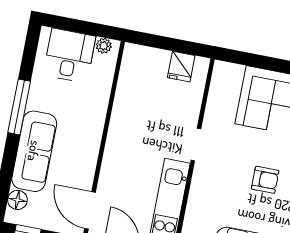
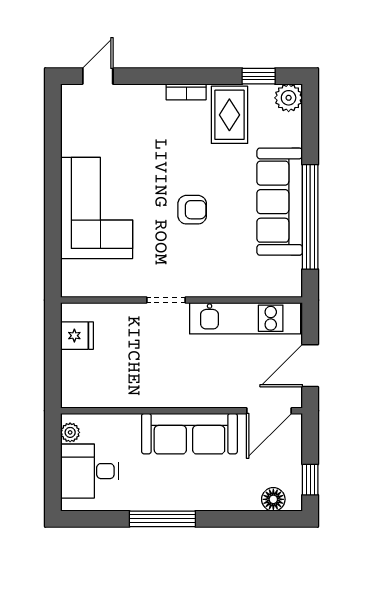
sofa: (34, 151) -> (189, 434), moved, turned 180
armchair: (265, 180) -> (192, 210), turned 90

